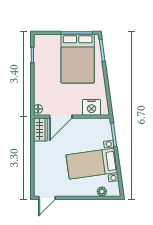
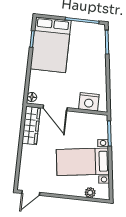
bed: (78, 59) -> (51, 45), moved
door: (61, 117) -> (55, 108), hinge flipped
wardrobe: (40, 129) -> (31, 125), width x1.50

